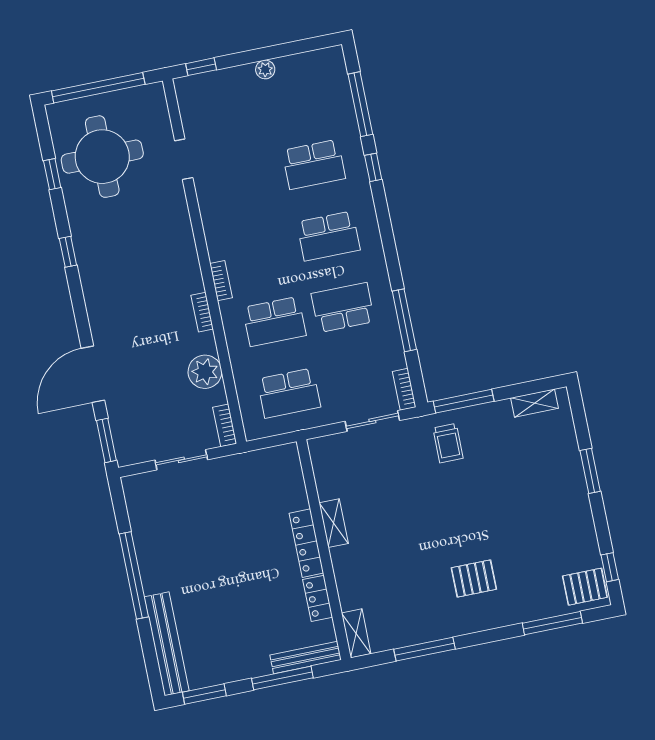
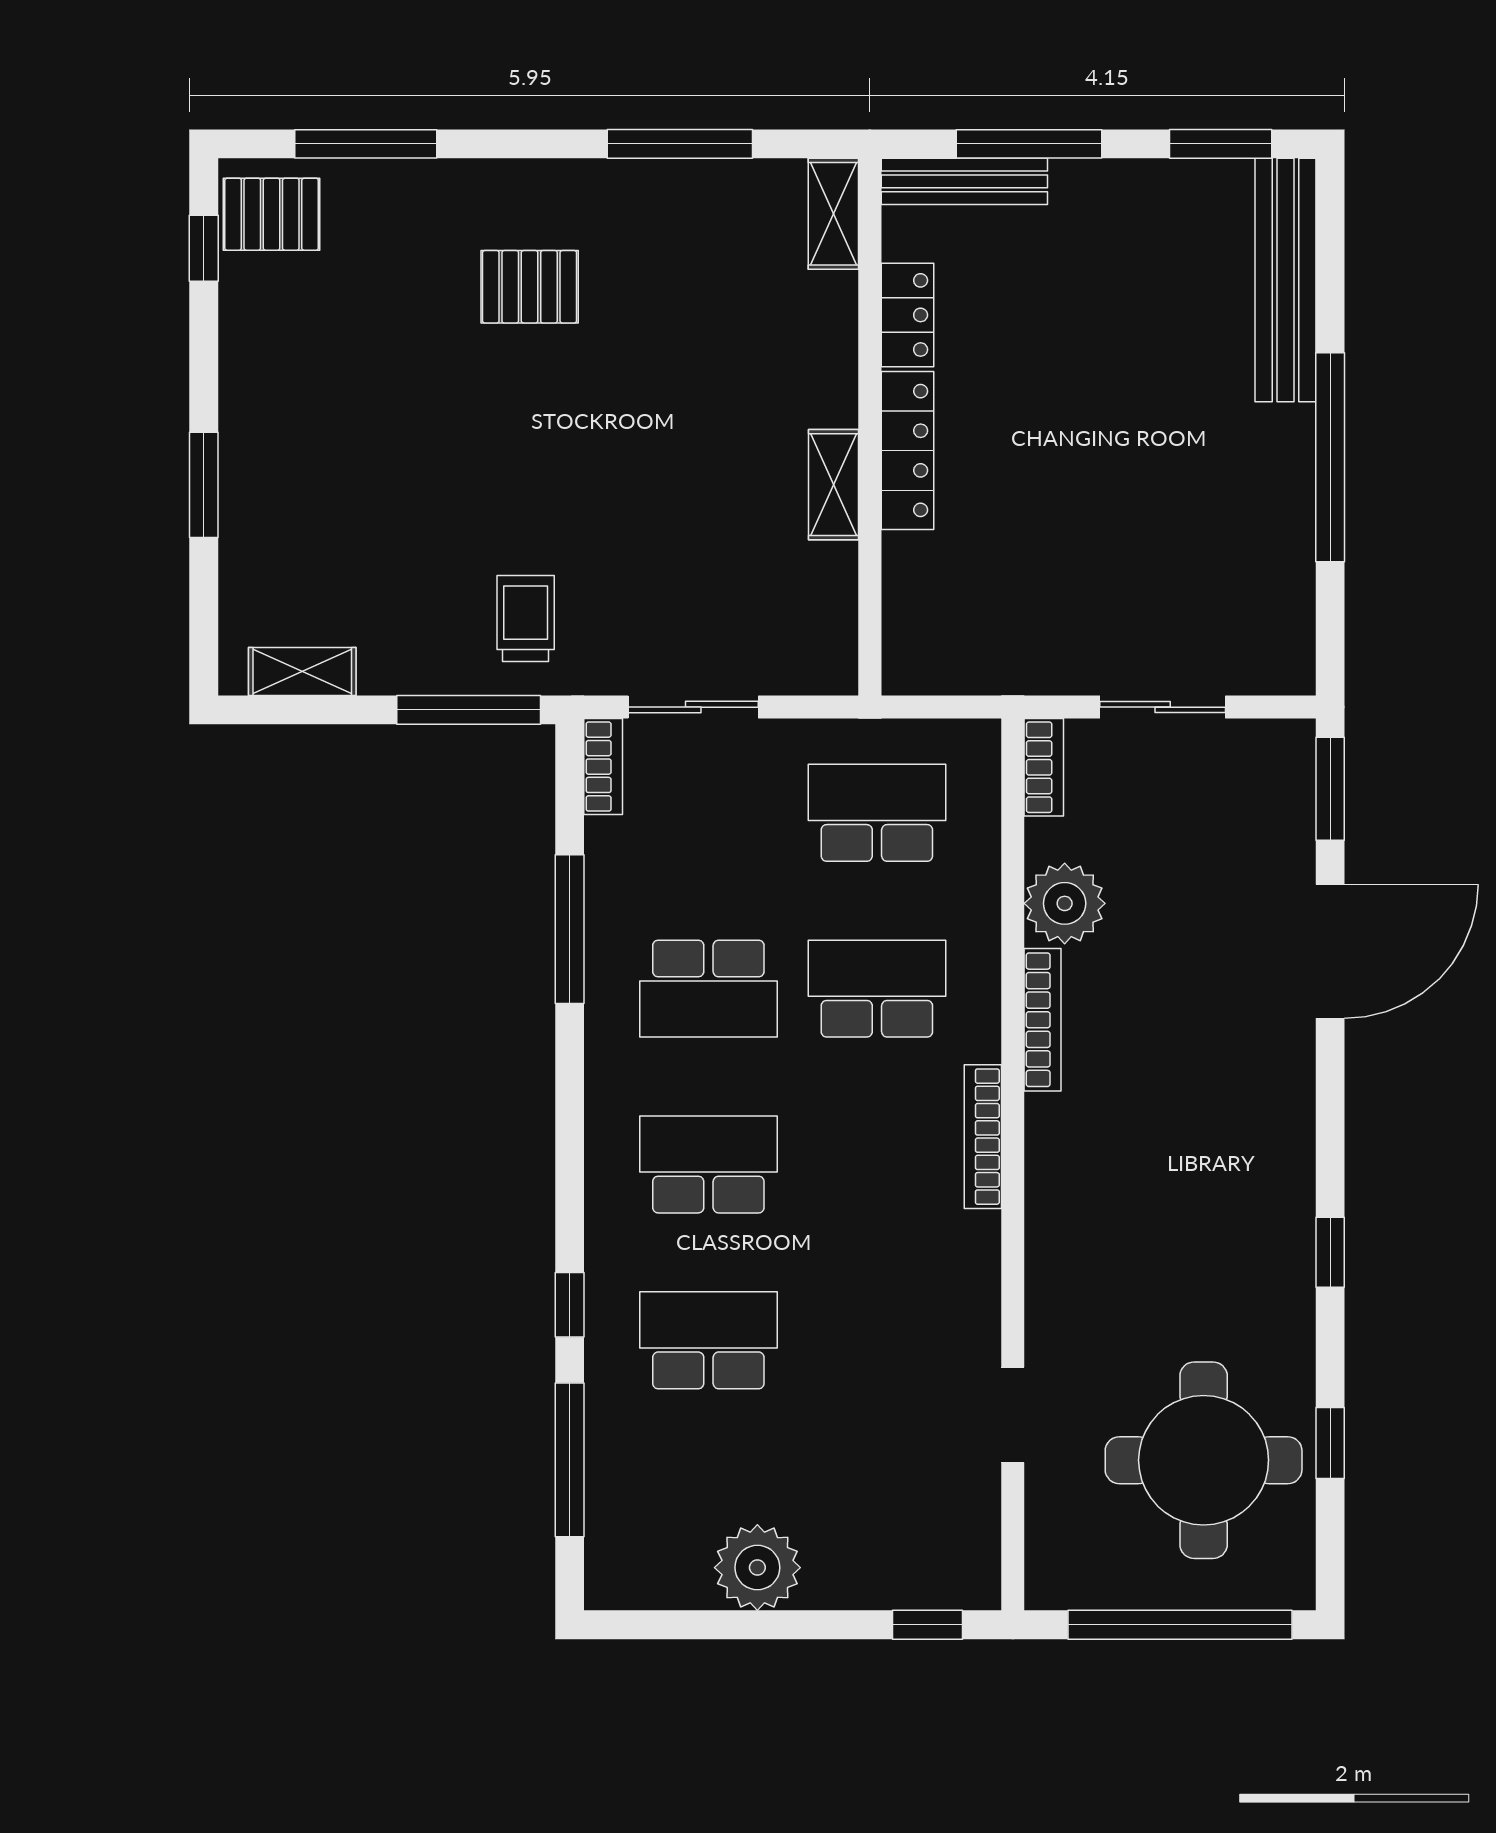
plant: (265, 69) -> (757, 1568), width x1.88, depth x1.88
bookcase: (221, 281) -> (983, 1137), width x1.56
bookcase: (202, 312) -> (1042, 1020), width x1.56

